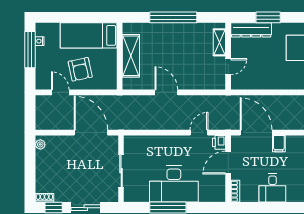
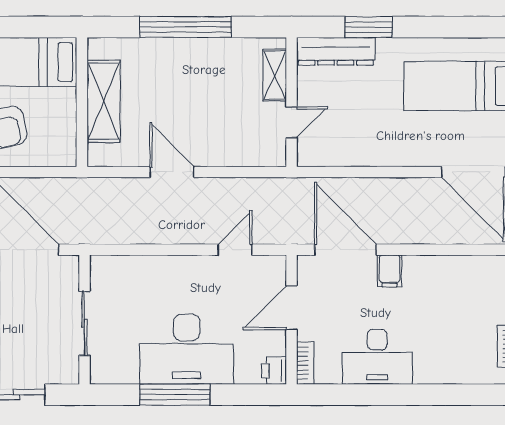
printer: (219, 142) -> (274, 371), moved
desk: (272, 188) -> (377, 357), width x1.37

